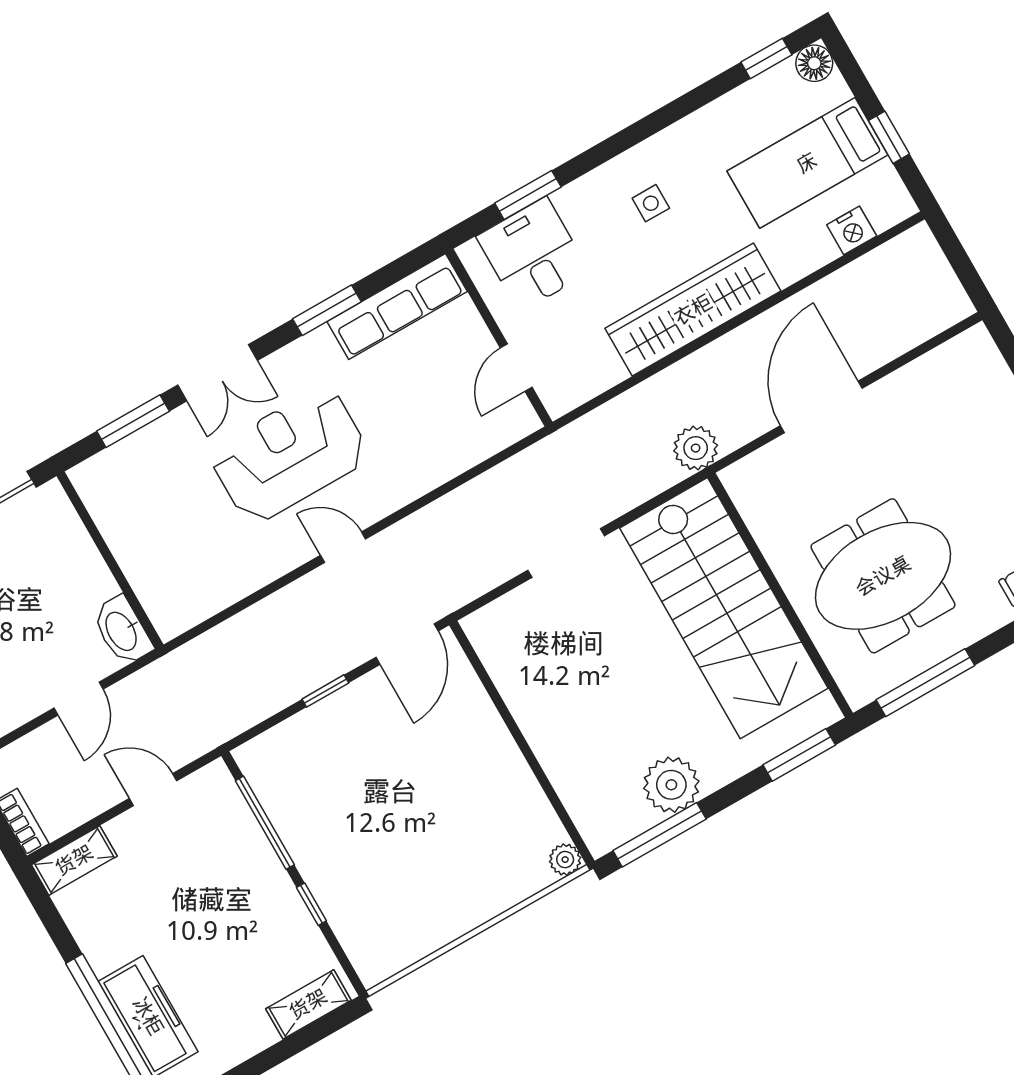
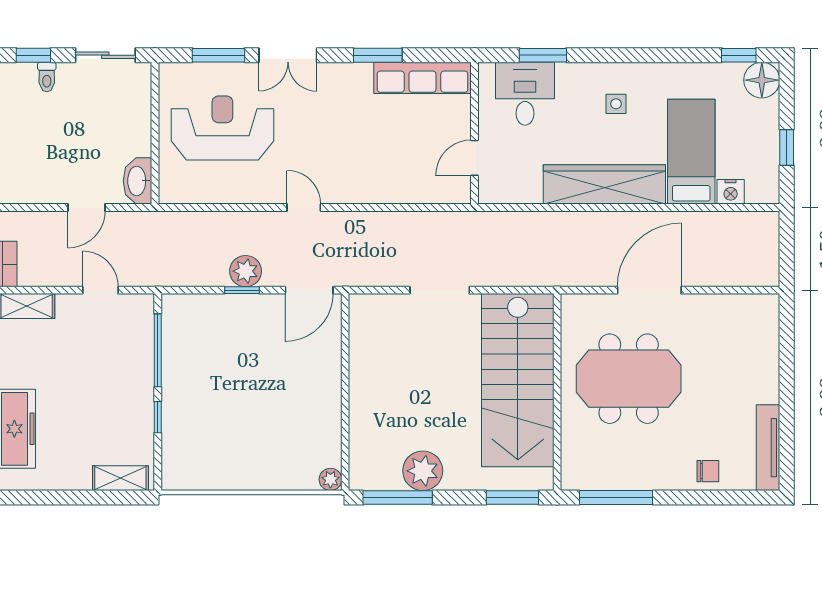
floor lamp: (814, 63) -> (762, 80), width x1.38, depth x1.38
bed: (807, 163) -> (691, 152), moved, turned 90
plant: (696, 448) -> (246, 271), moved
reception desk: (289, 455) -> (222, 128), moved
meeting table: (883, 576) -> (629, 379), moved

